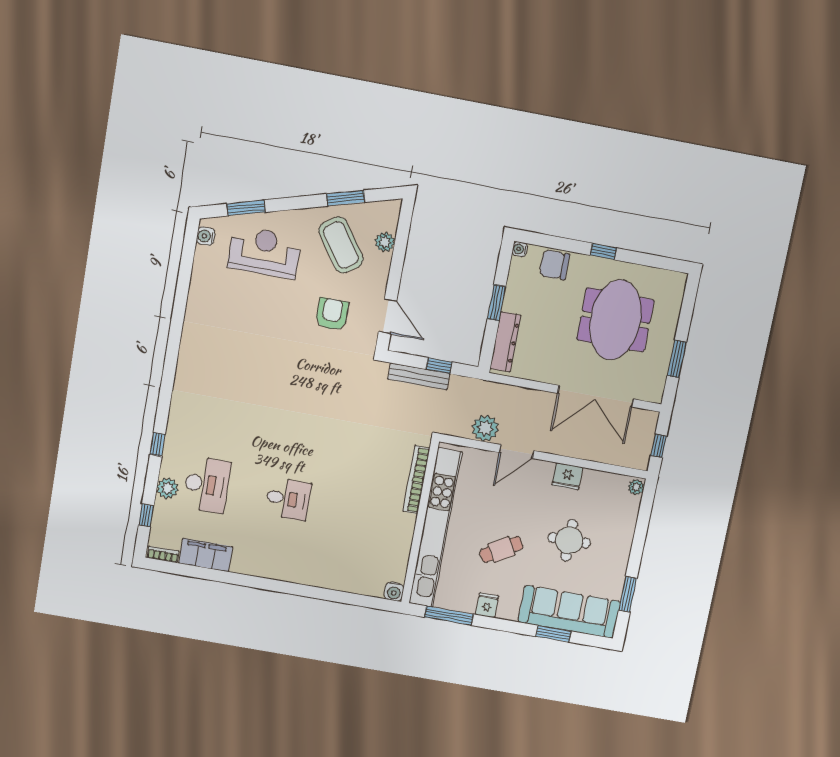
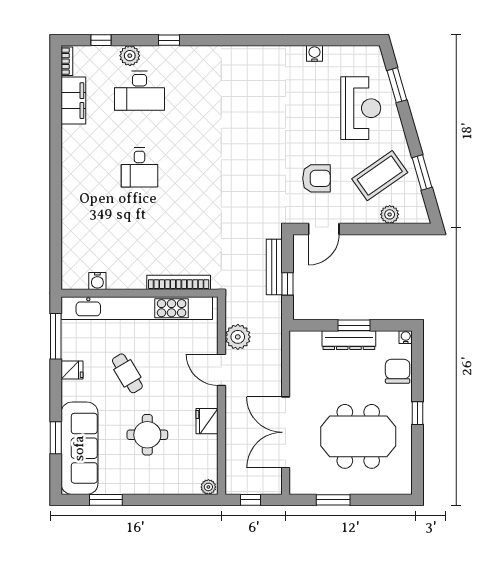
water cooler: (206, 236) -> (314, 53), moved
dresser: (505, 342) -> (349, 340), moved
water cooler: (394, 592) -> (97, 281), moved, turned -90

